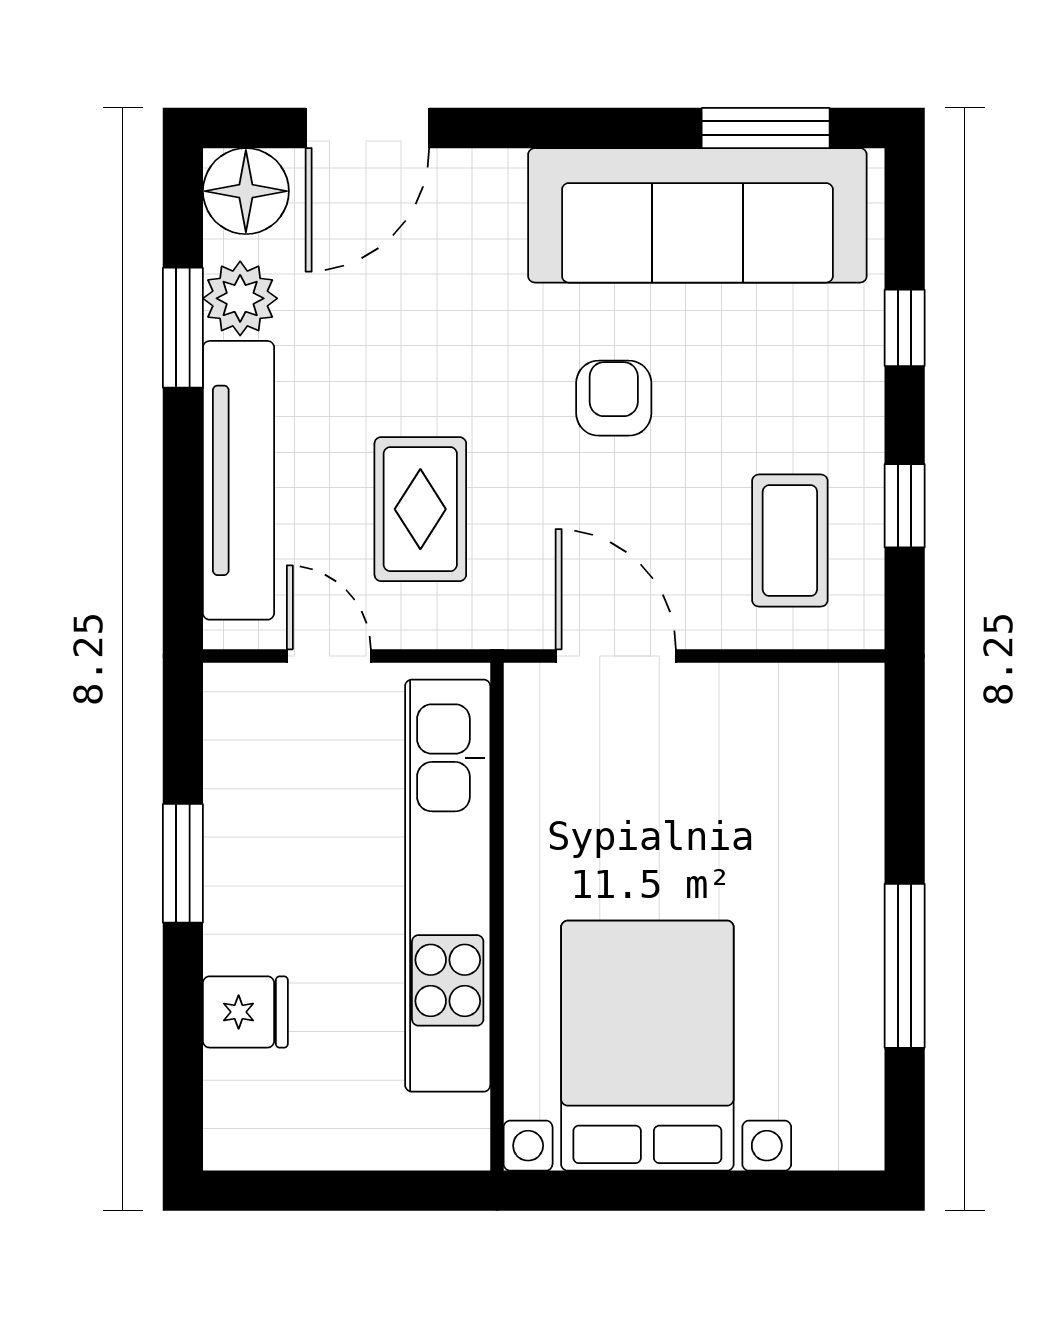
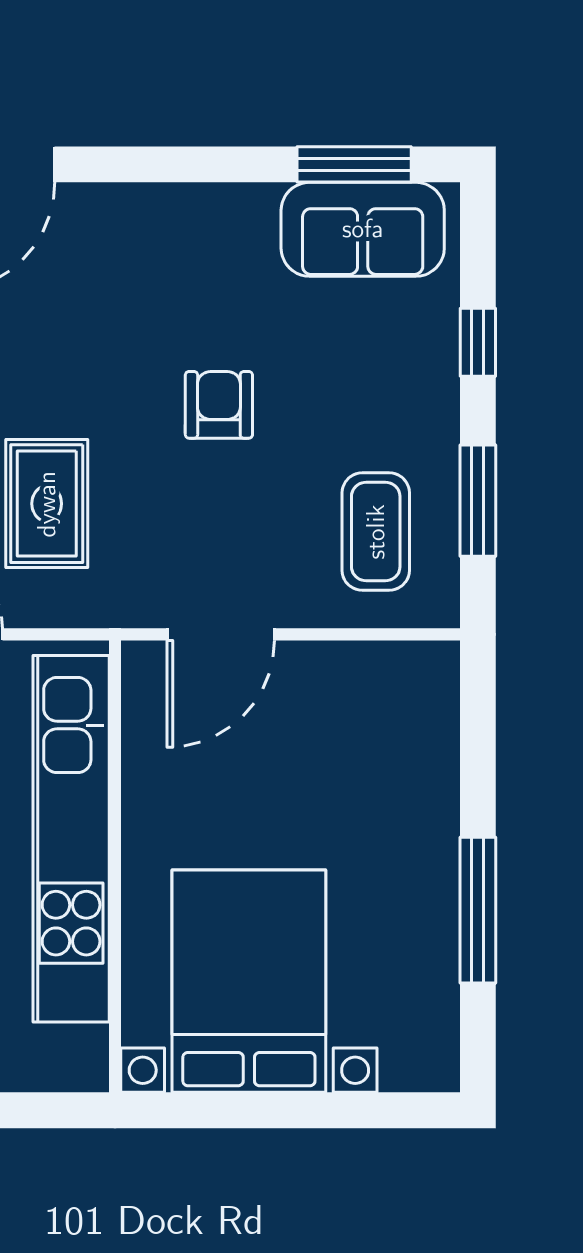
sofa: (697, 215) -> (363, 229), width x0.54, depth x0.79
window: (905, 506) -> (478, 501), width x1.50
door: (616, 656) -> (221, 634), swing flipped

